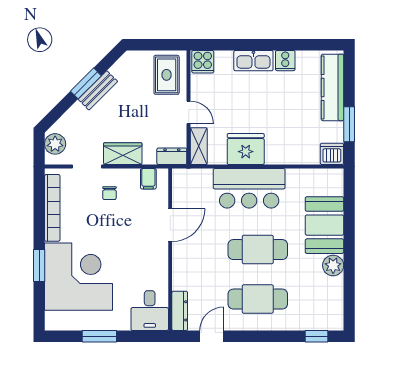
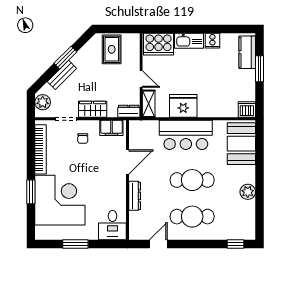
cooker: (203, 62) -> (159, 44), width x1.87, depth x1.31
rug: (167, 75) -> (112, 49), moved
kitchen counter: (332, 87) -> (247, 52), width x0.67
bench: (98, 90) -> (62, 75), moved
window: (349, 124) -> (260, 69), moved
filing cabinet: (148, 179) -> (111, 128), width x2.00
booth: (324, 225) -> (241, 144), moved
dresser: (180, 311) -> (135, 196), moved

